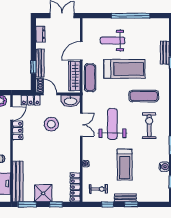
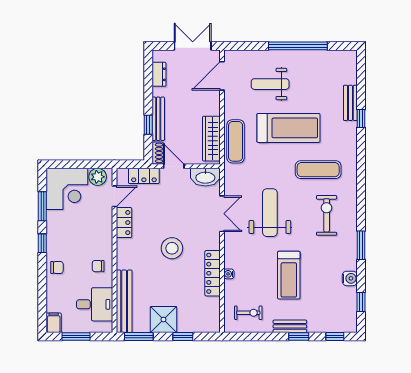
door: (81, 51) -> (222, 76), moved
stool: (51, 124) -> (172, 248), moved
locker: (75, 187) -> (213, 273), moved
window: (108, 204) -> (335, 337), moved

